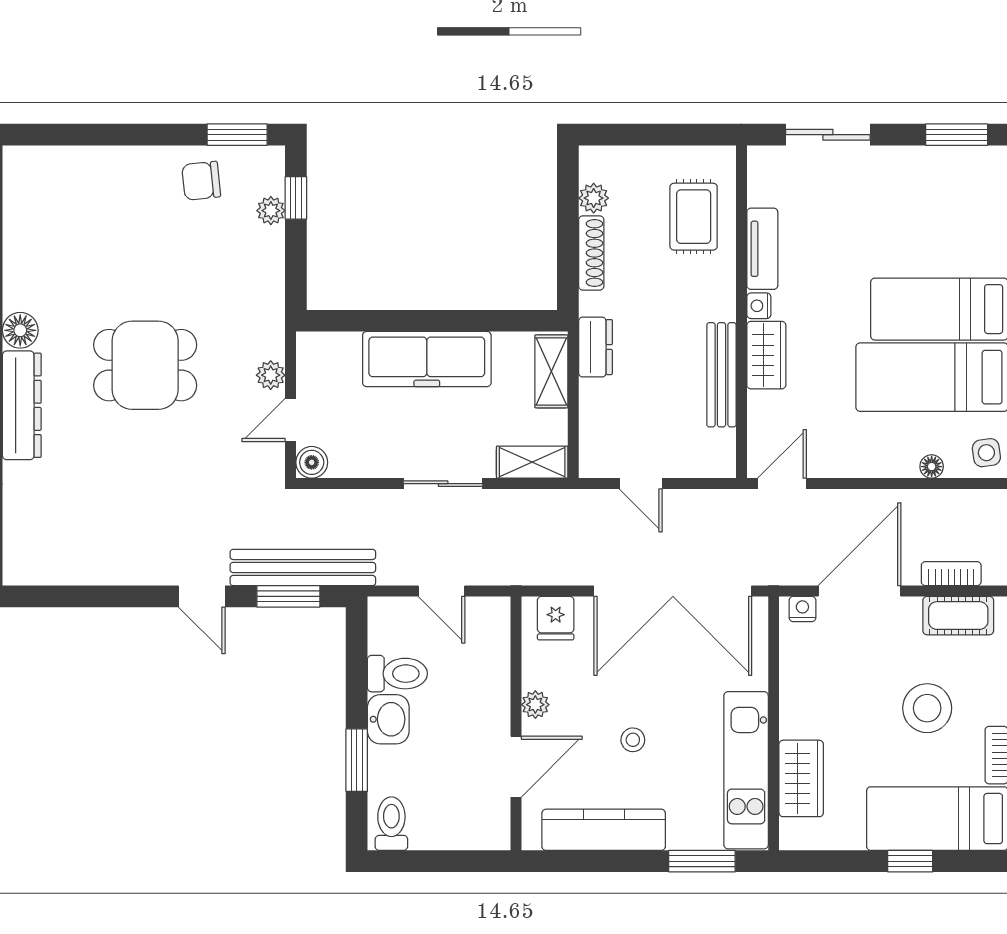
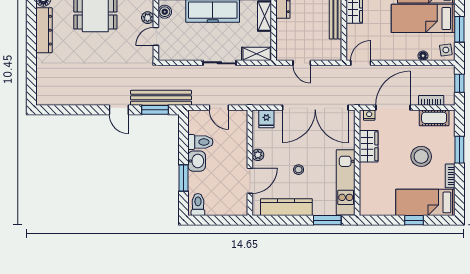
boiler: (312, 462) -> (165, 12), moved
wardrobe: (801, 778) -> (369, 146), moved

